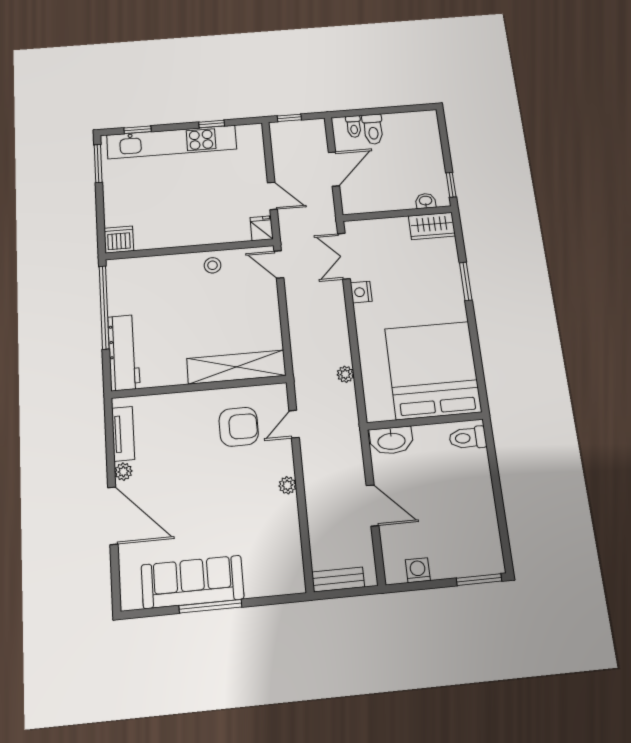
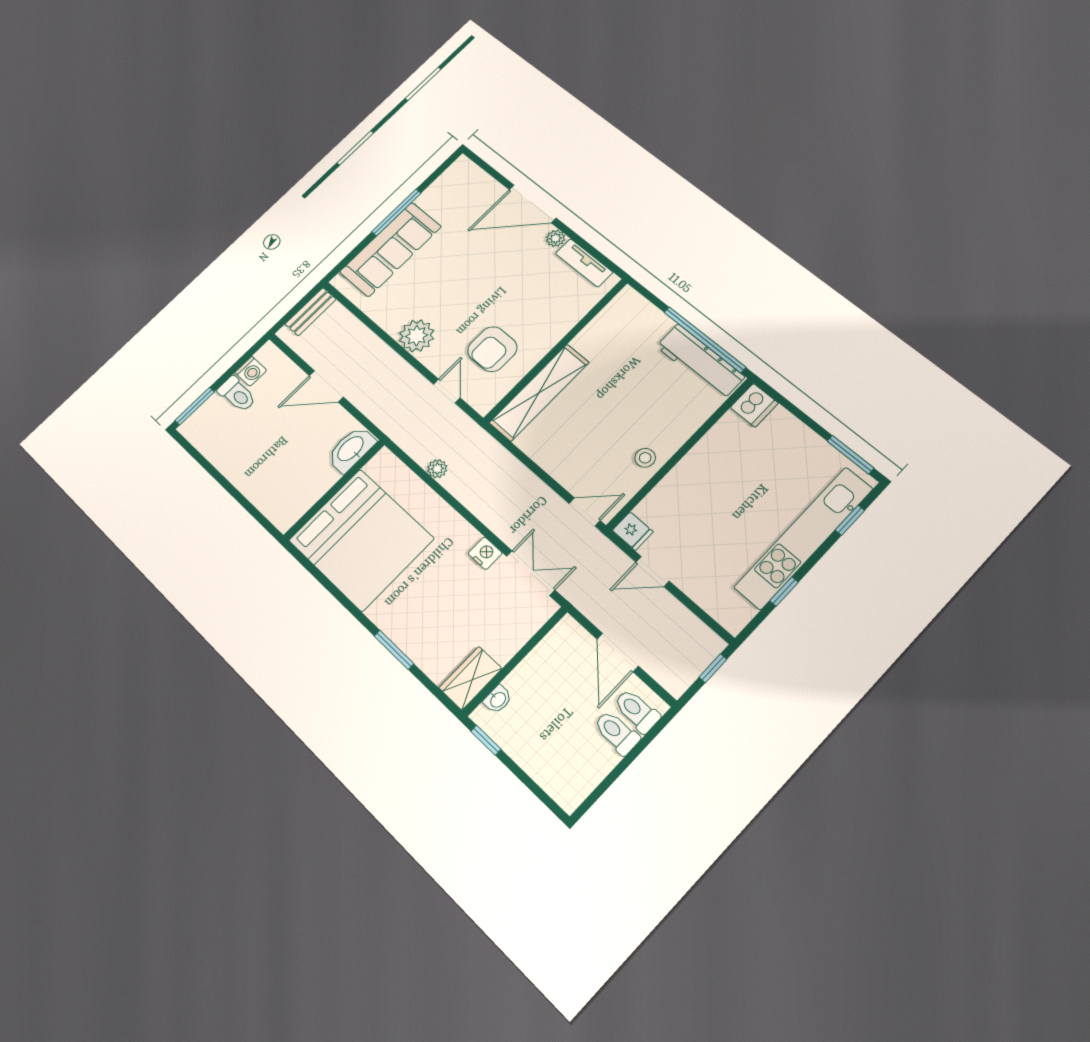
toilet: (354, 127) -> (637, 711), width x1.37, depth x1.39
workbench: (124, 353) -> (700, 362), moved
toilet: (468, 438) -> (237, 394), moved, turned 90
plant: (287, 485) -> (417, 336), width x1.87, depth x1.87
sofa: (192, 582) -> (390, 249), moved

